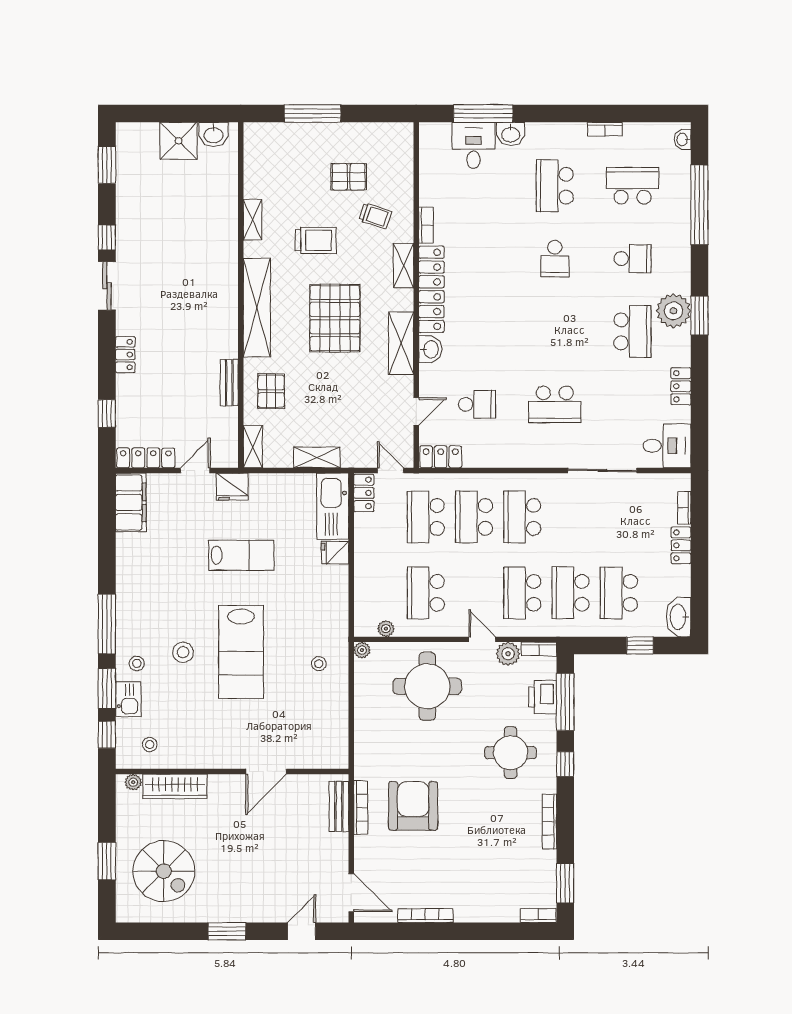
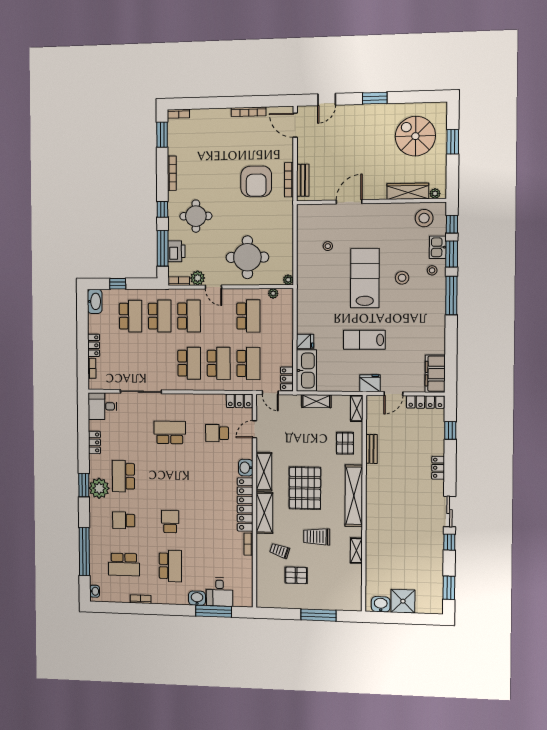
shelving: (404, 266) -> (264, 513), width x1.50, depth x1.33
stool: (319, 664) -> (328, 246), moved
stool: (150, 745) -> (424, 218), width x1.89, depth x1.89

